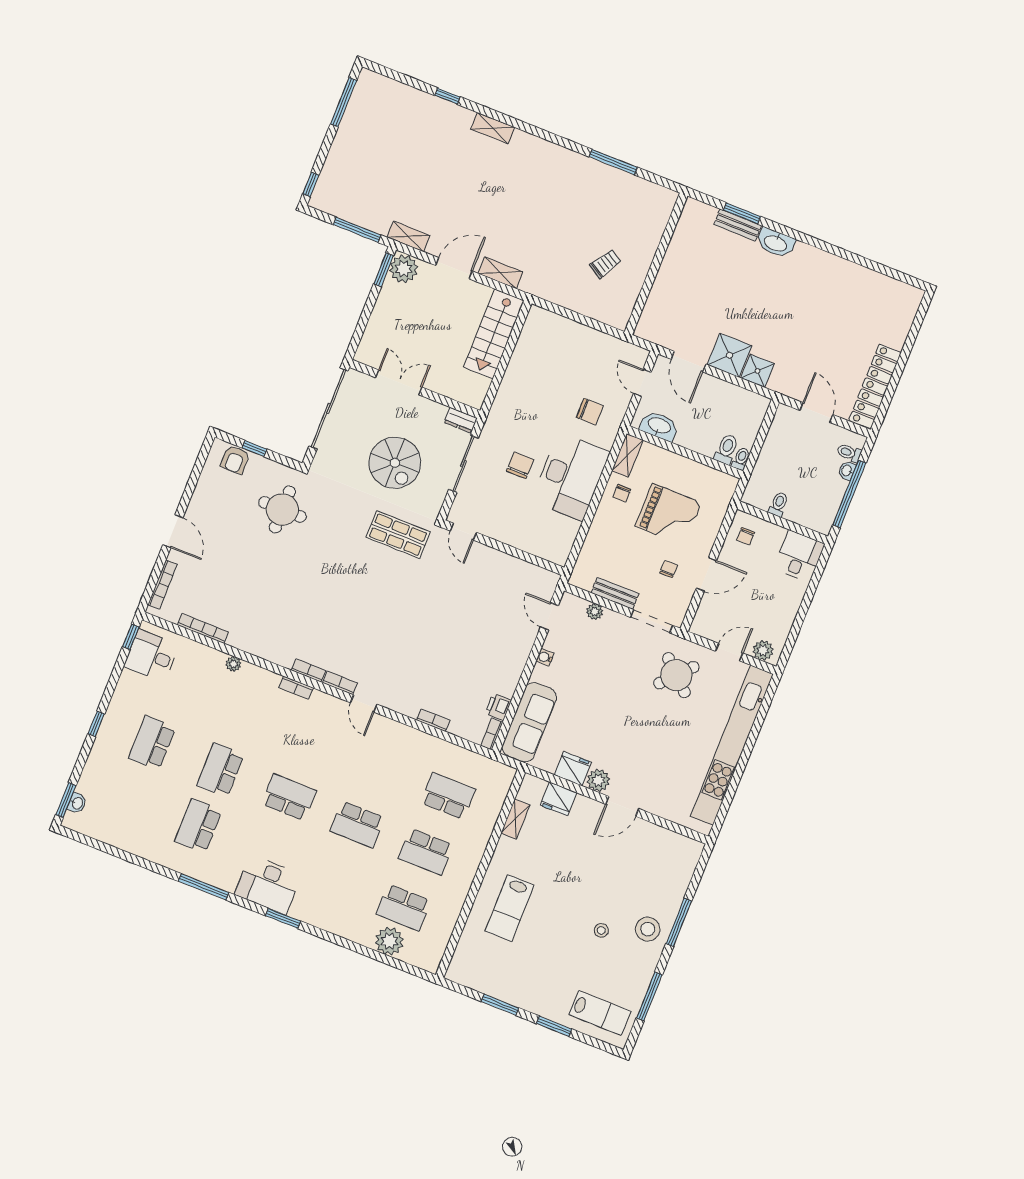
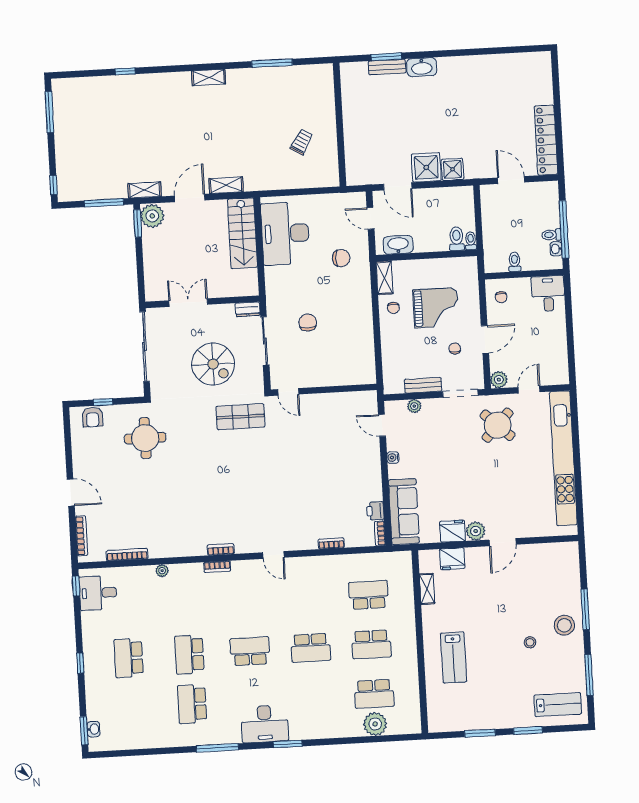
shelving: (493, 128) -> (209, 77), moved
toilet: (849, 453) -> (552, 235), moved
washbasin: (847, 471) -> (556, 249), moved
desk: (571, 477) -> (285, 233), moved, turned 180
plant: (763, 650) -> (499, 380), moved
bookcase: (340, 683) -> (248, 548), removed

